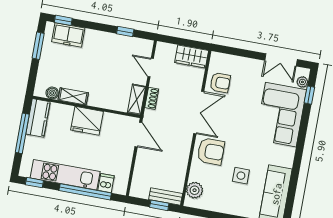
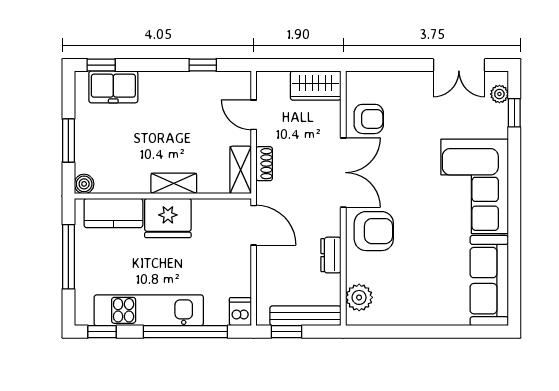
window: (38, 46) -> (68, 140), moved
boiler: (52, 93) -> (84, 184), moved
shelving: (73, 96) -> (174, 183), moved
corner sofa: (281, 115) -> (475, 186), moved
kitchen counter: (38, 118) -> (113, 213), moved, turned 90
dresser: (182, 161) -> (331, 255), added
side table: (241, 176) -> (429, 261), removed
dishwasher: (106, 183) -> (240, 312), moved
bench: (166, 196) -> (305, 316), width x1.36
window: (159, 205) -> (286, 332), moved

